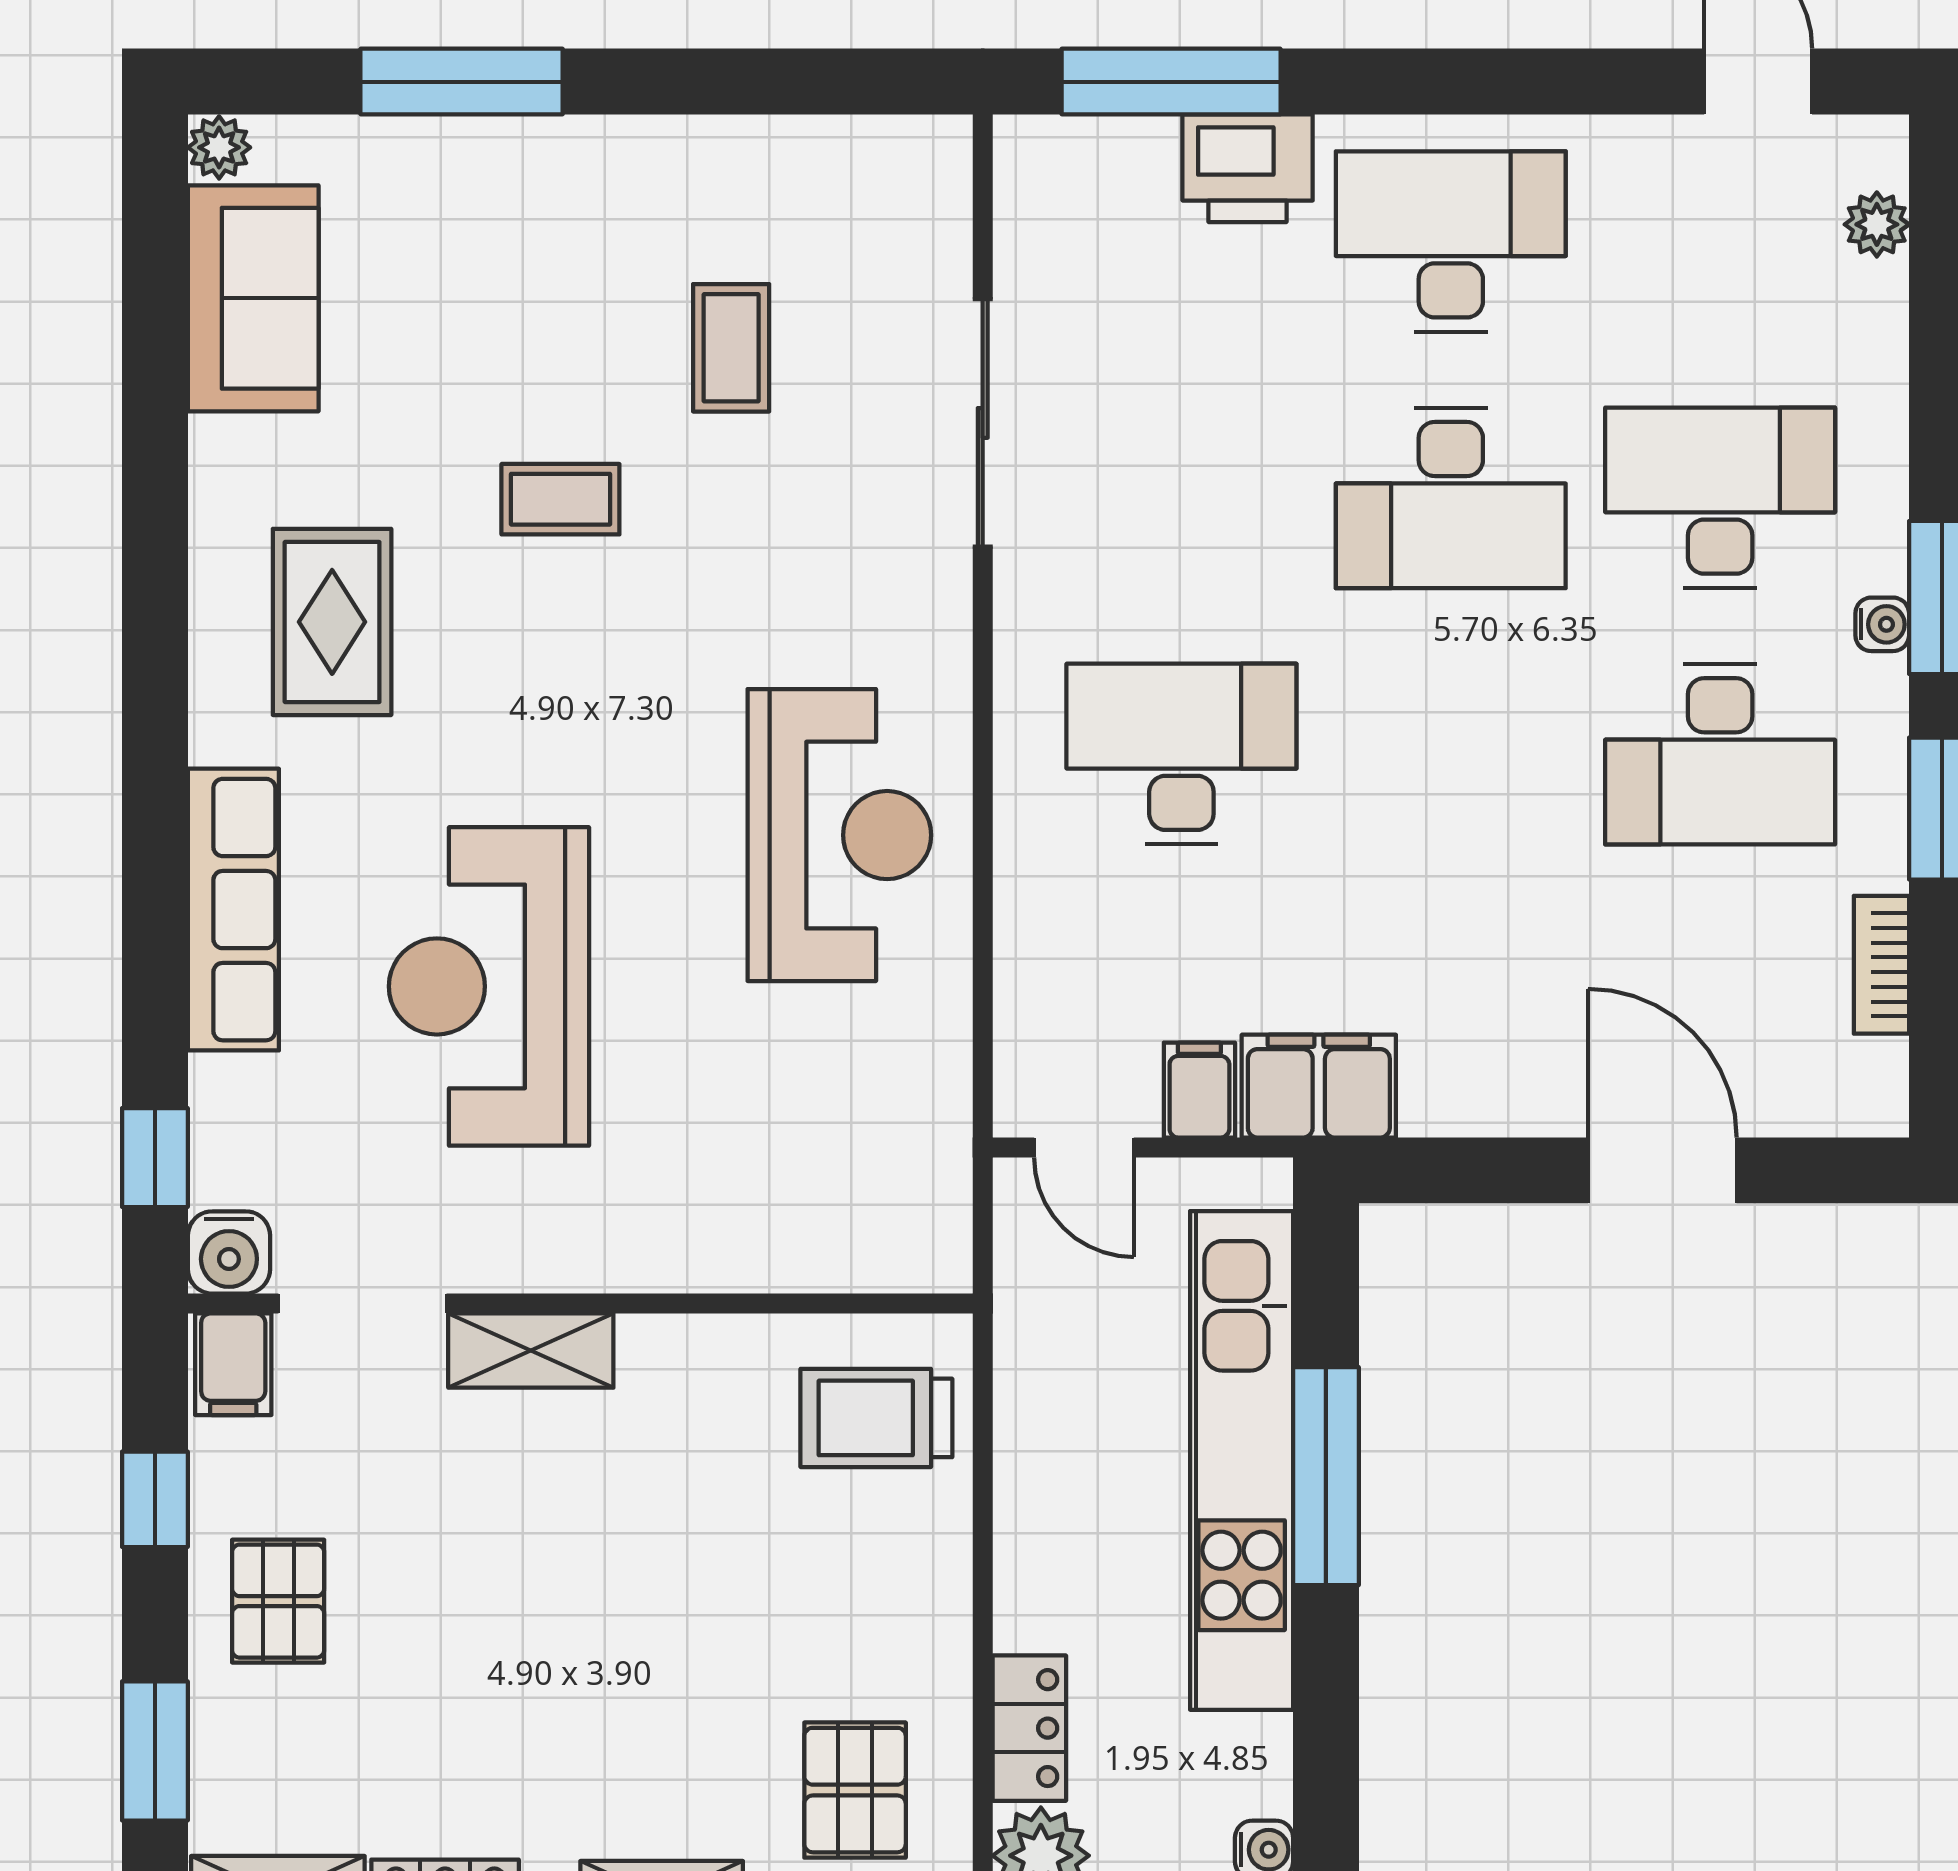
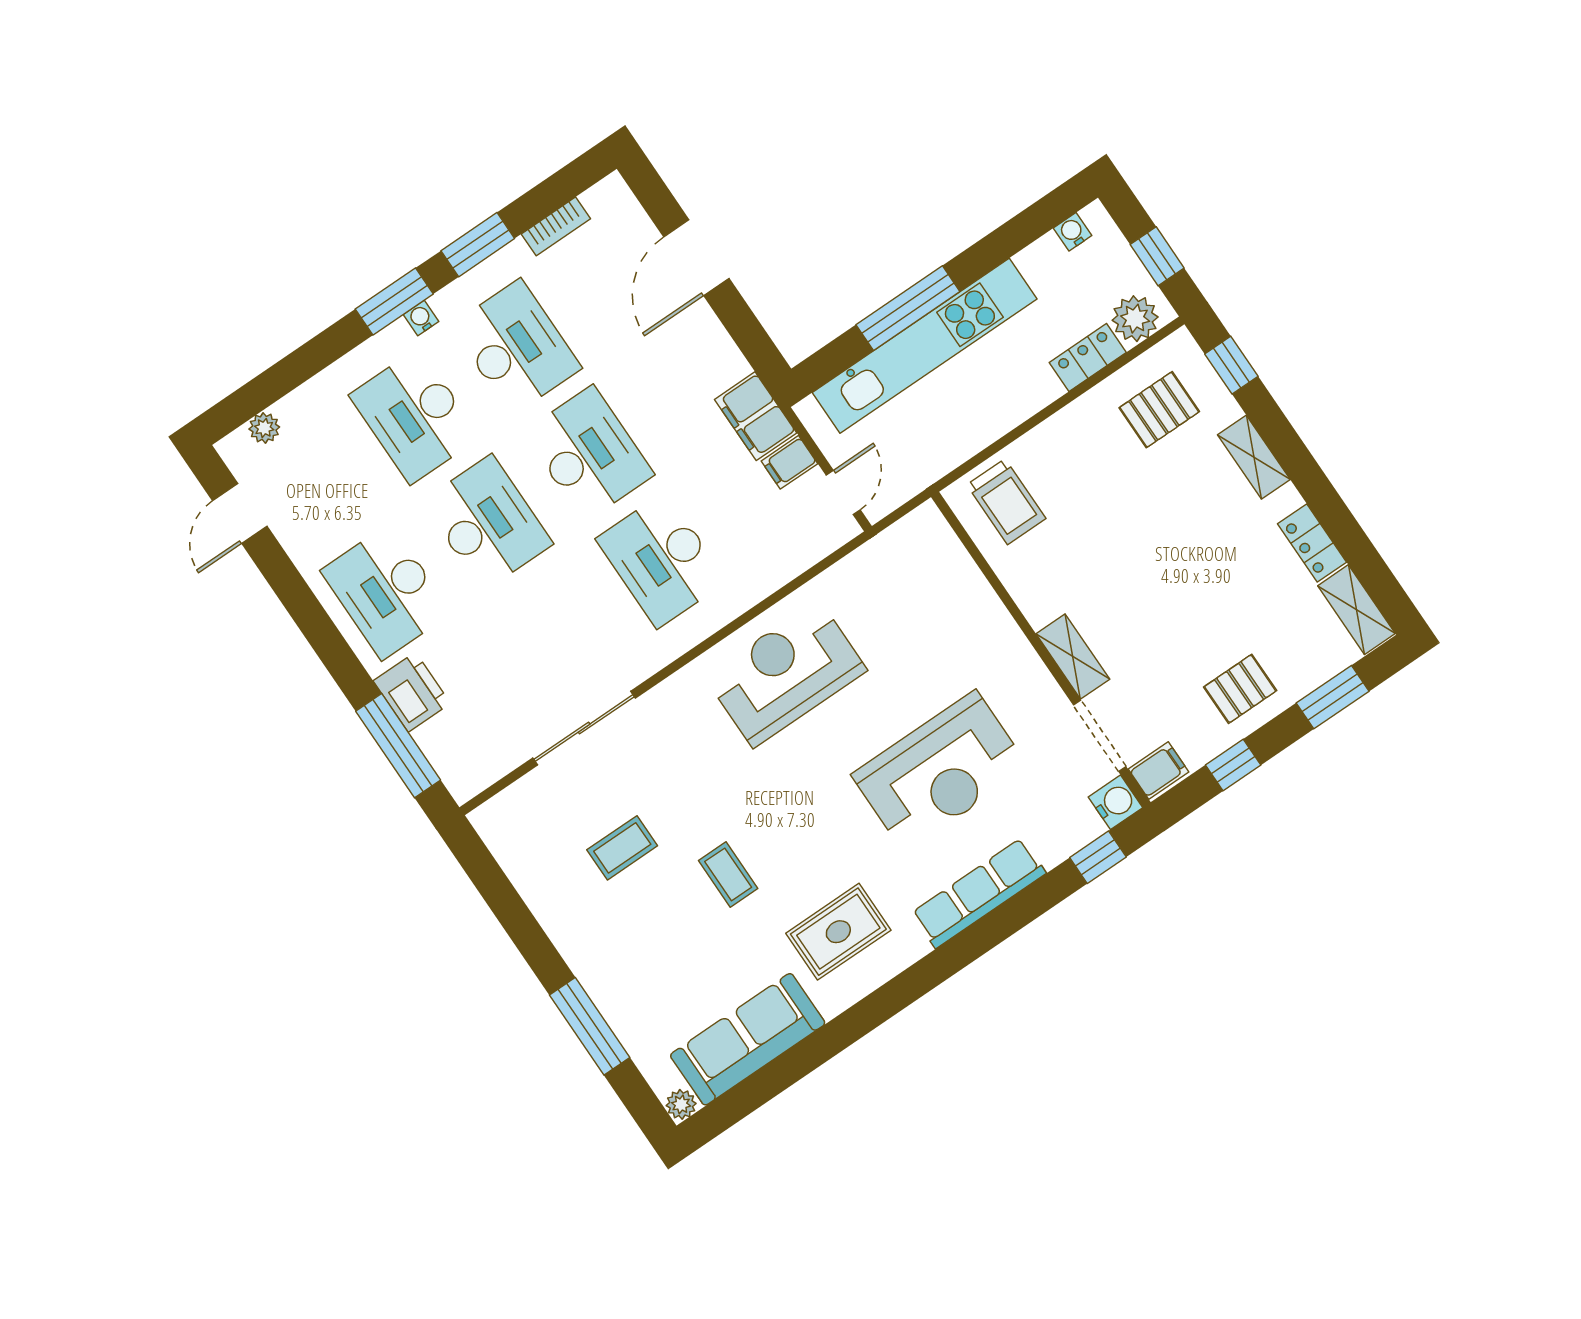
sofa: (253, 298) -> (748, 1039), width x1.36
desk: (1451, 754) -> (589, 454), added

